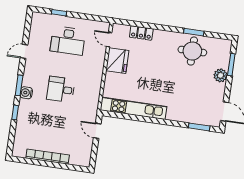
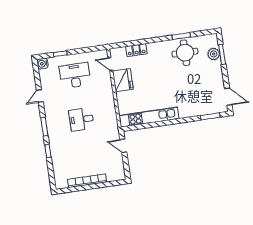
desk: (68, 41) -> (75, 75), turned 180
plant: (220, 75) -> (214, 54), moved
water cooler: (26, 93) -> (43, 64), moved

